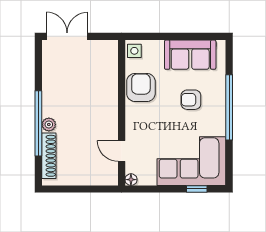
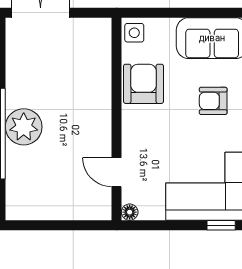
plant: (49, 125) -> (24, 127), width x1.87, depth x1.87
shoe rack: (49, 156) -> (15, 179), removed

